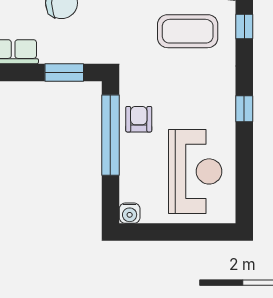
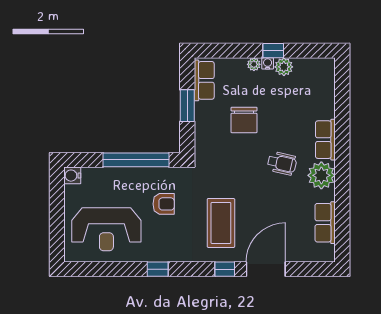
window: (64, 72) -> (187, 106), moved
armchair: (139, 119) -> (164, 204), moved

